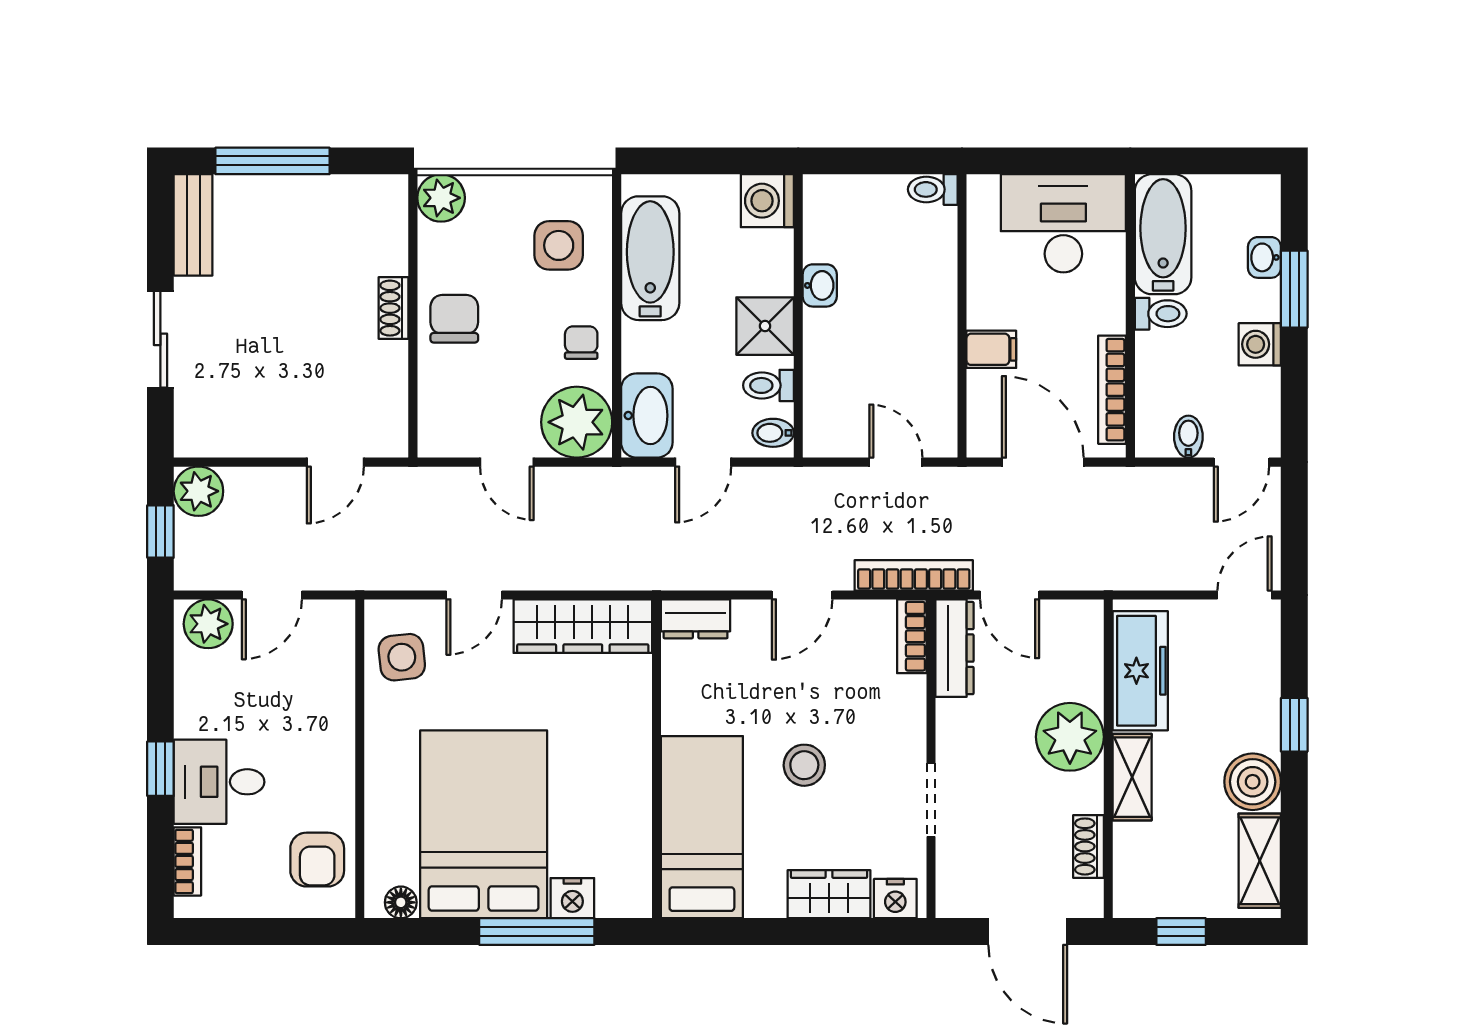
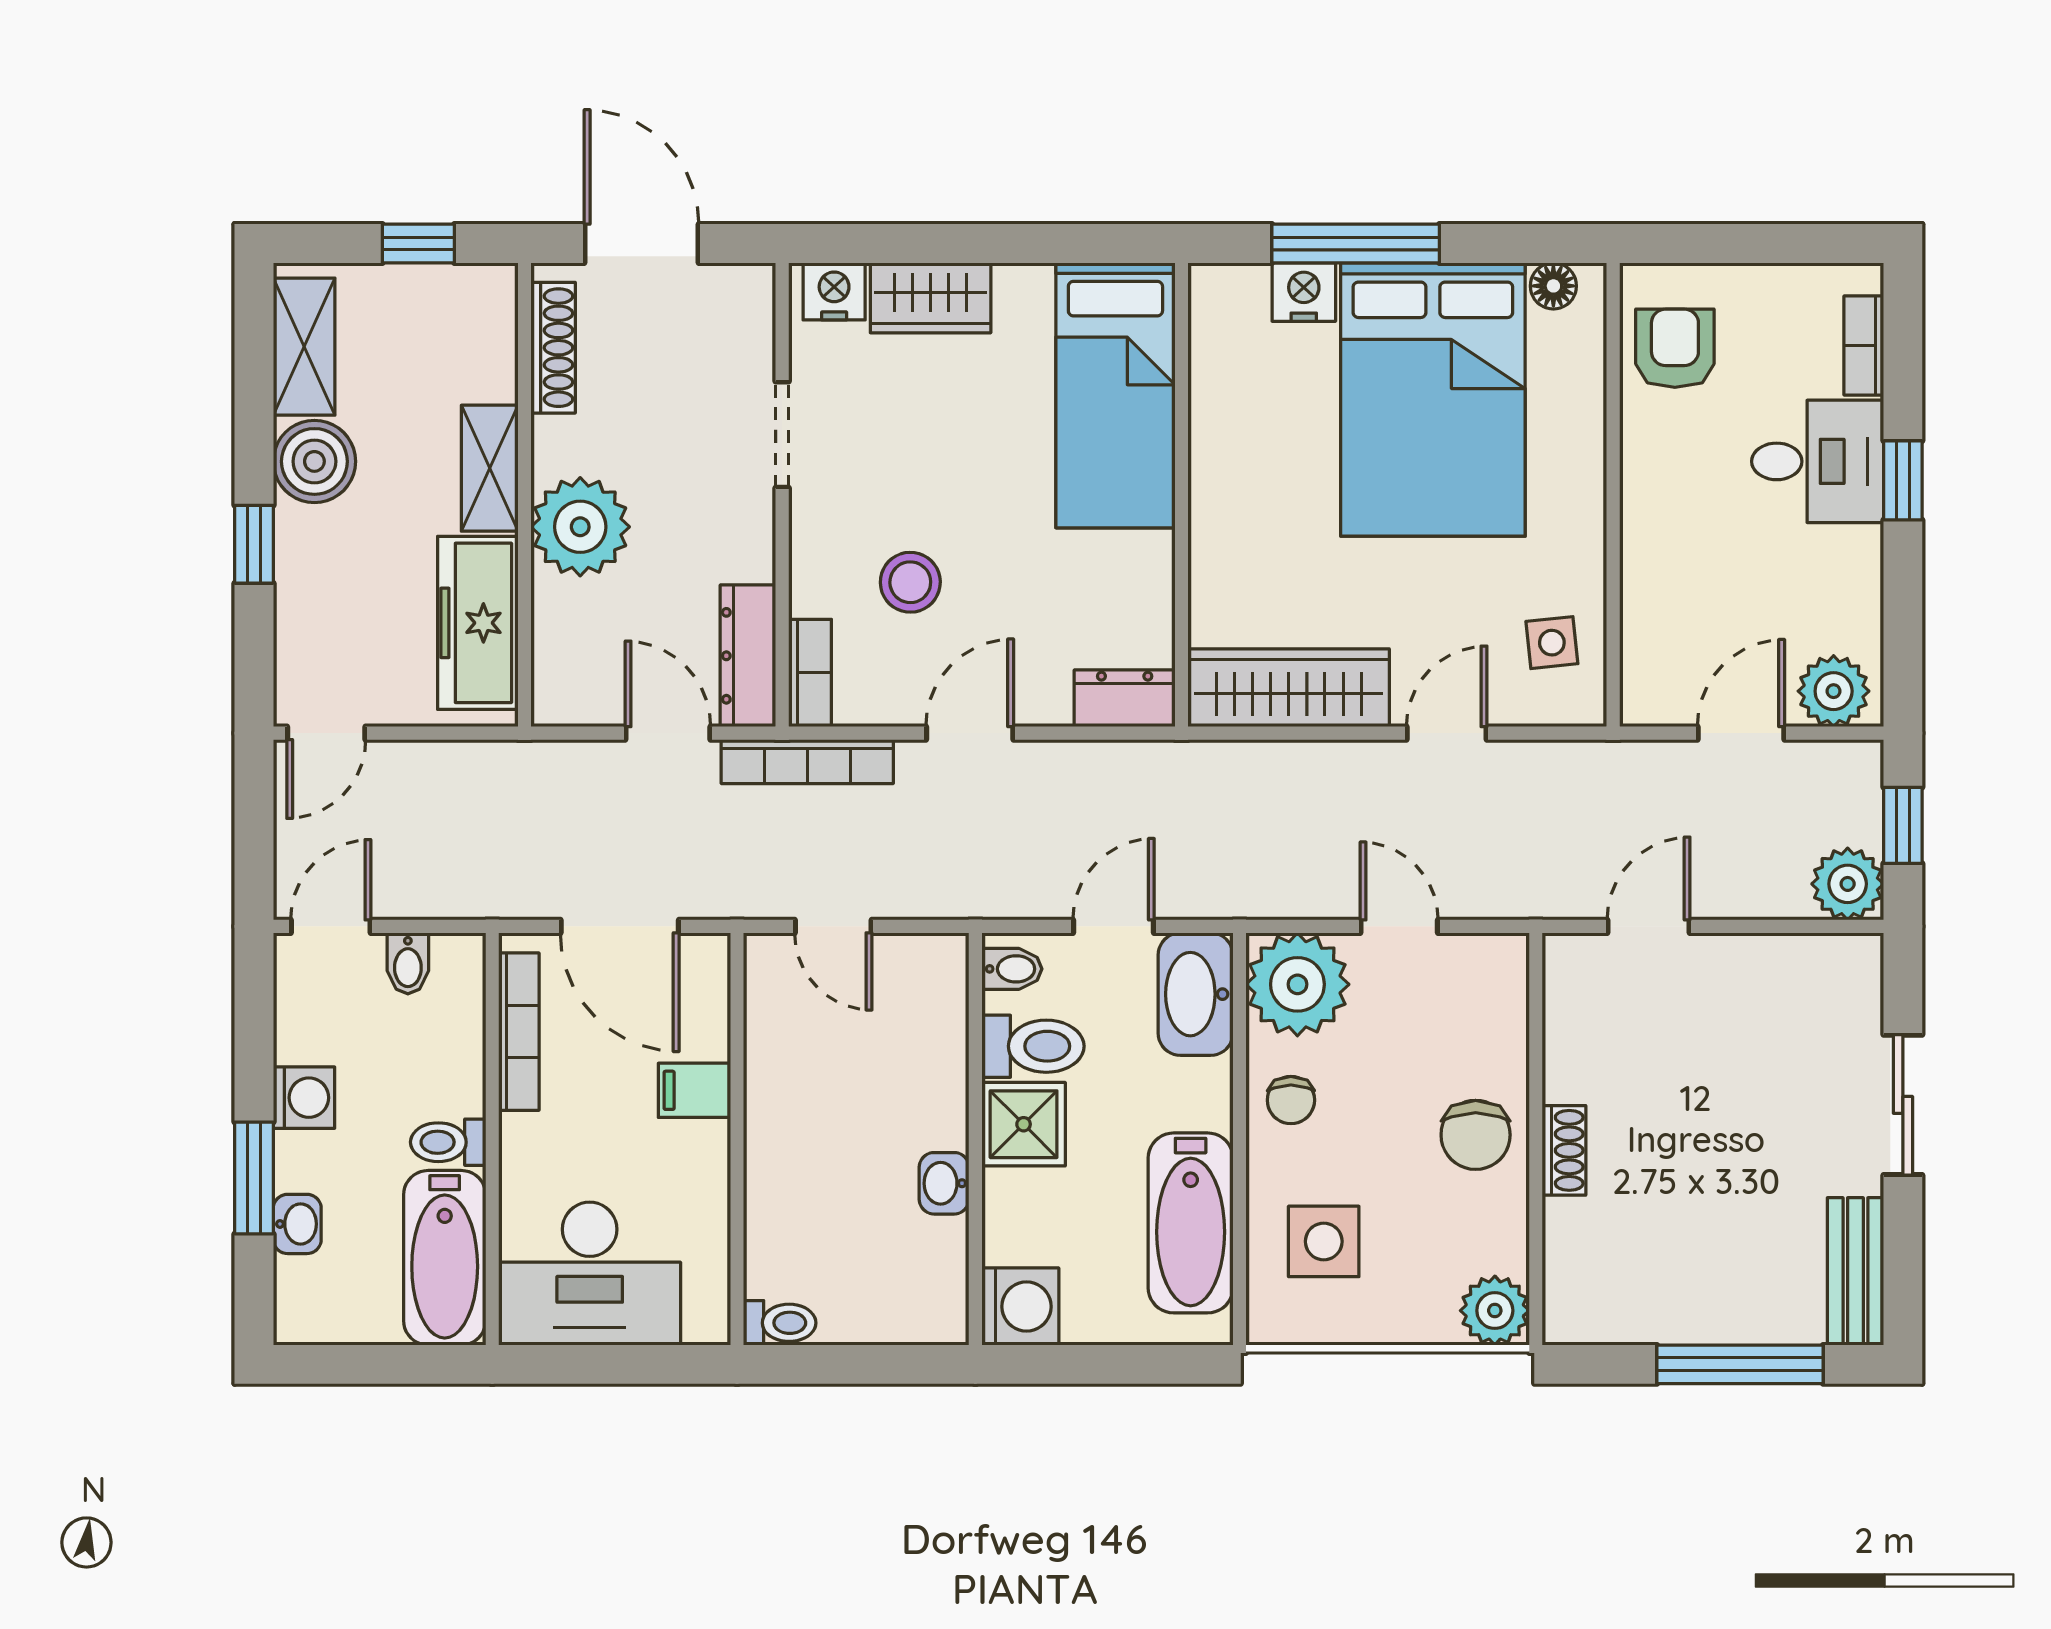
toilet: (768, 385) -> (1033, 1046), width x1.37, depth x1.39
side table: (402, 657) -> (1552, 643), width x0.73, depth x0.73
stool: (804, 765) -> (910, 582), moved
shoe rack: (1089, 846) -> (553, 348), width x1.43

